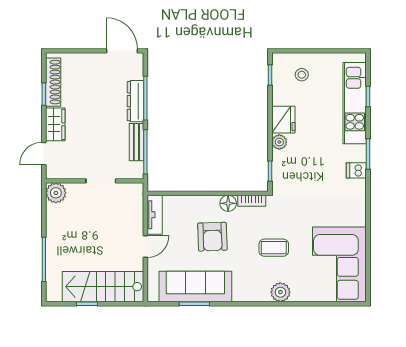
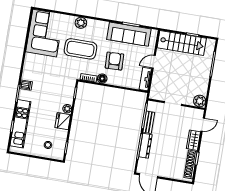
coffee table: (274, 248) -> (80, 49), width x1.86, depth x1.72

